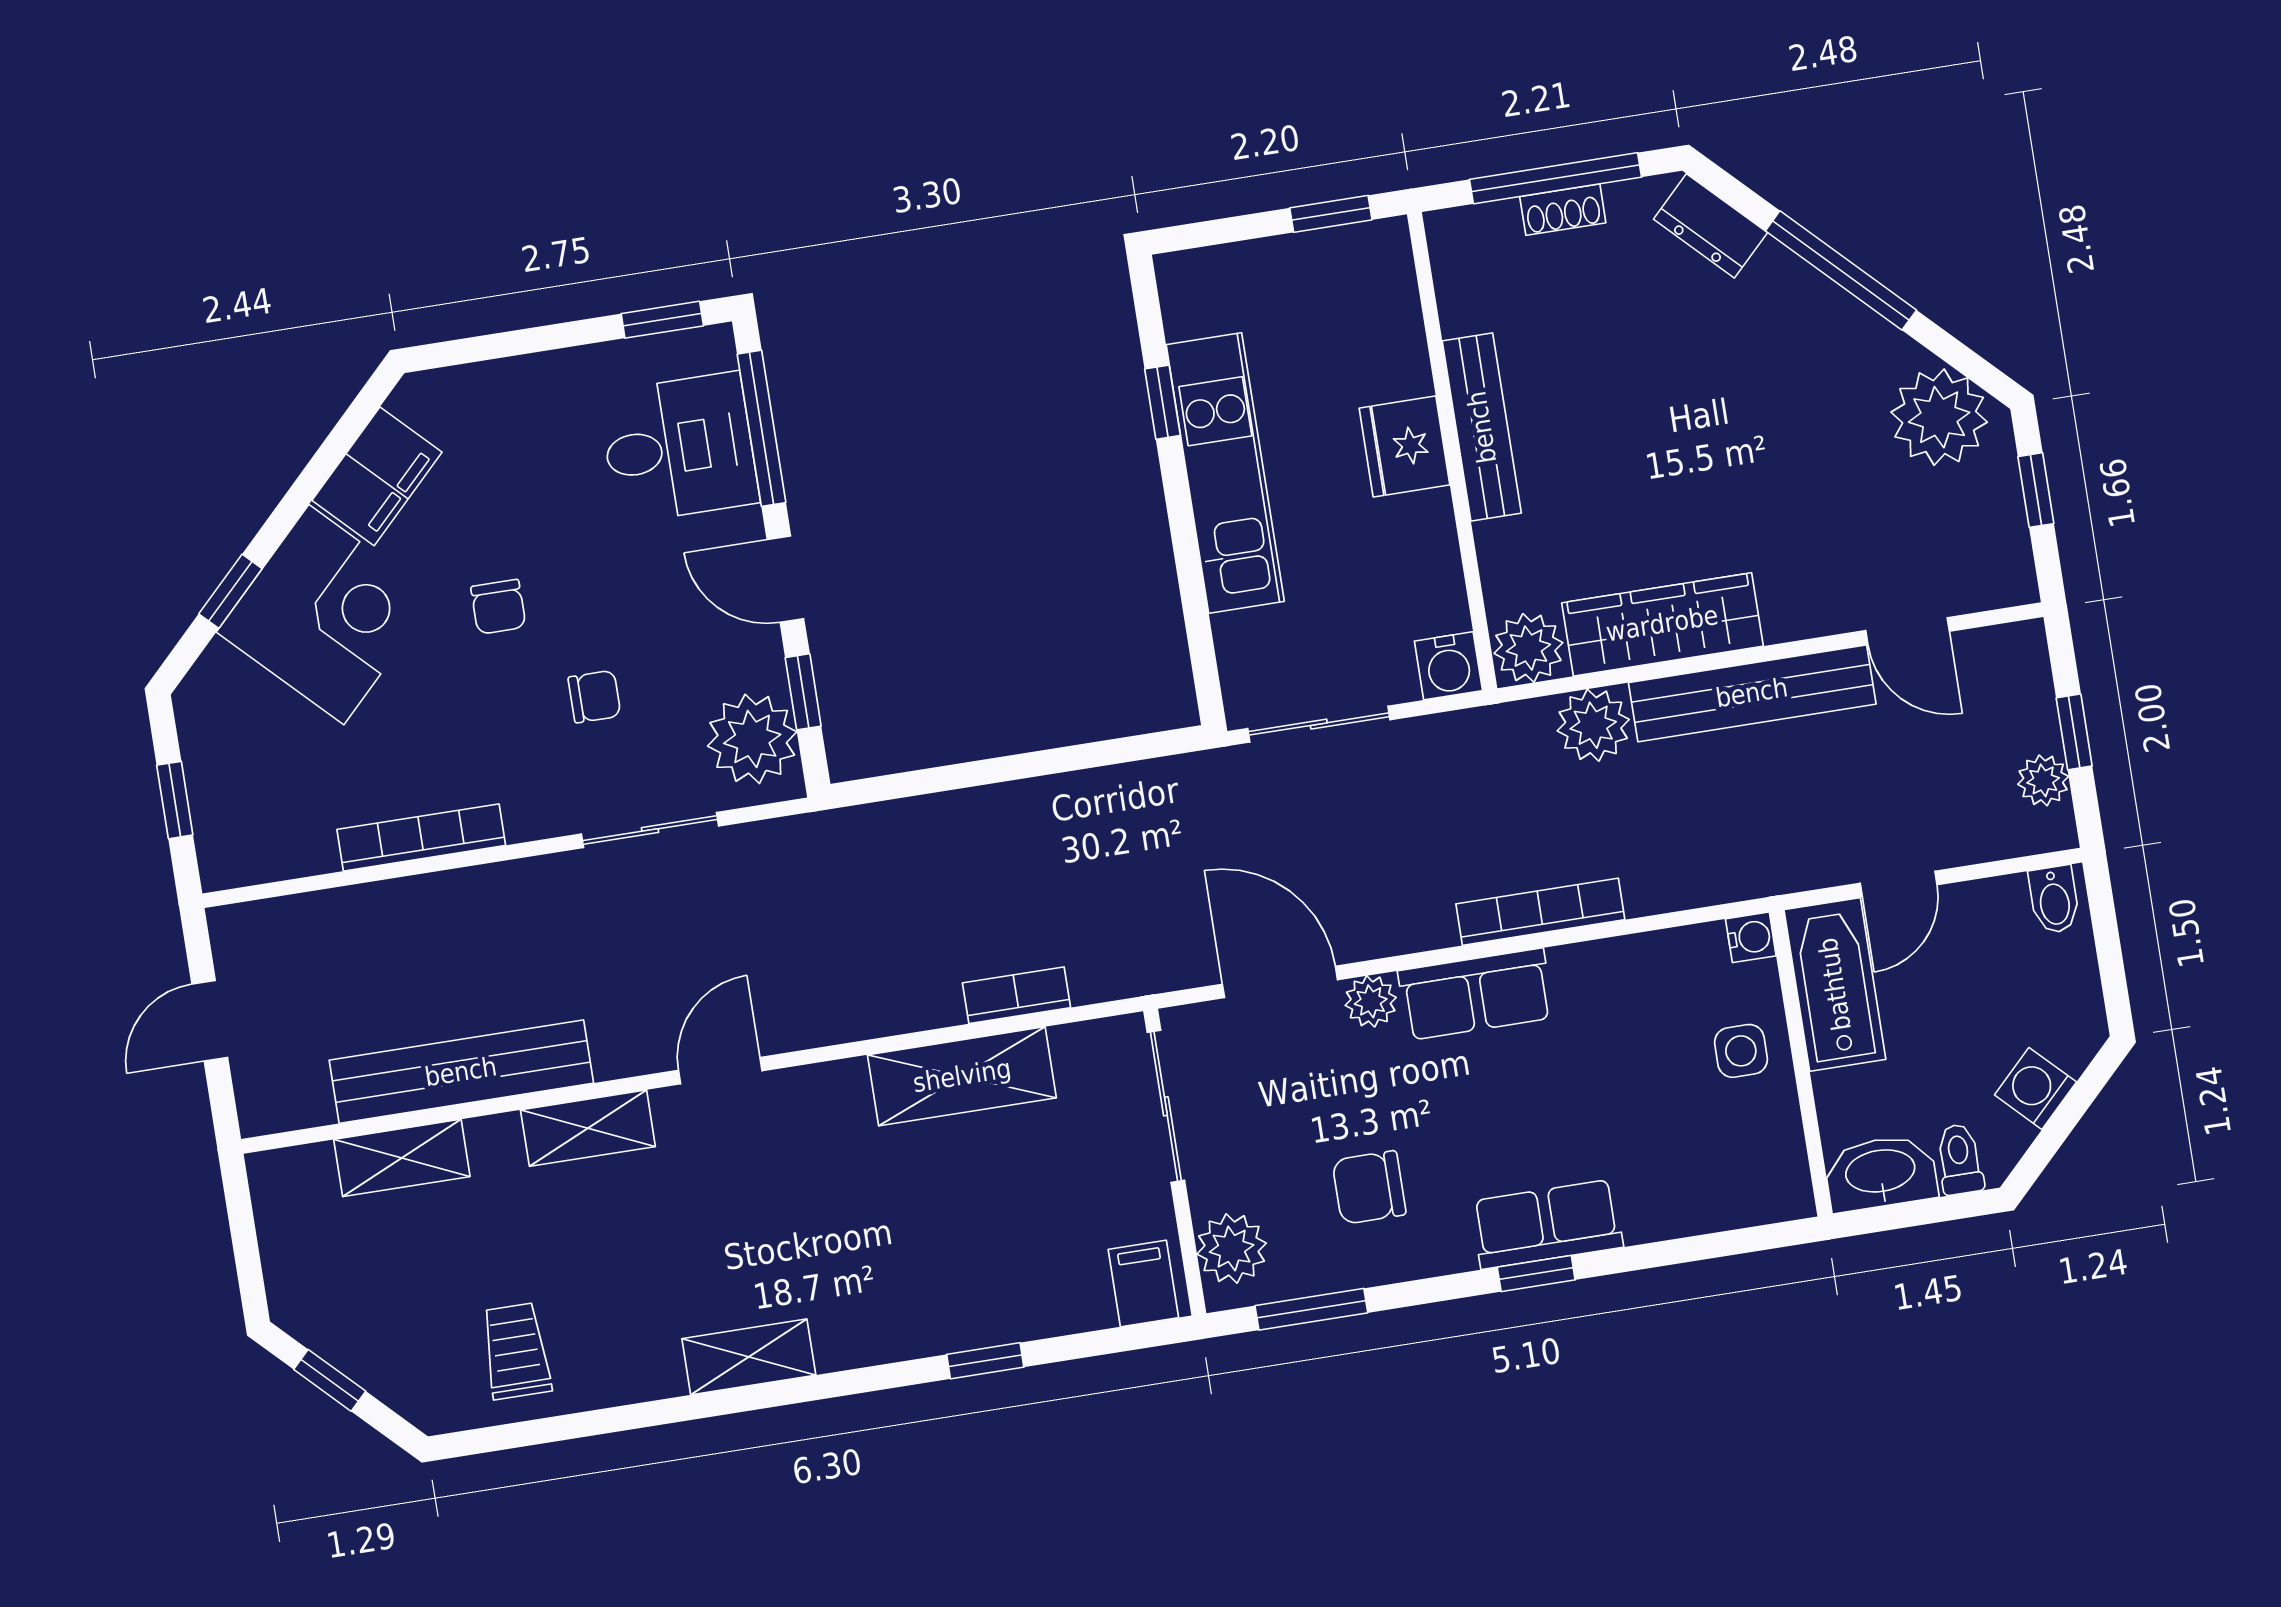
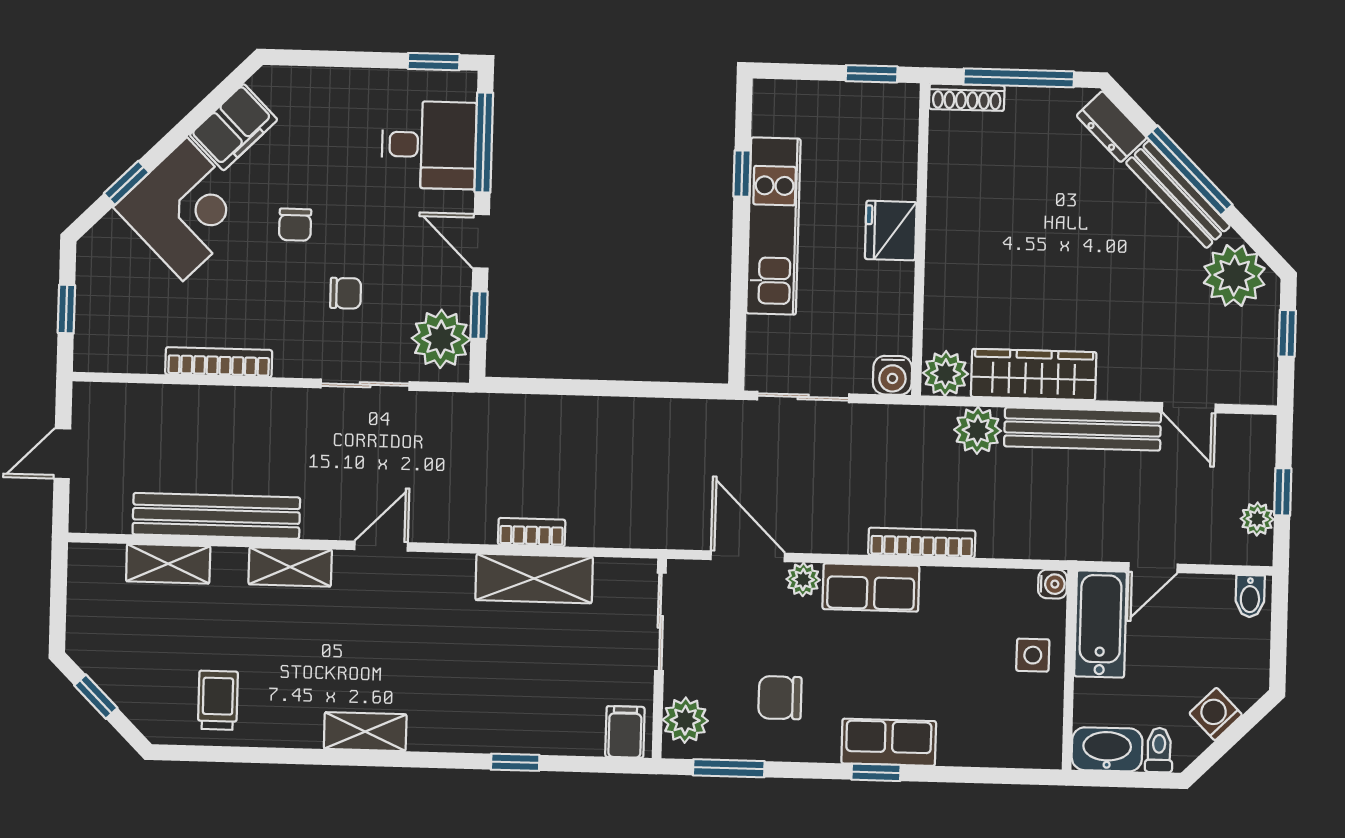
shoe rack: (1563, 210) -> (967, 97), moved, width x1.43
bench: (1482, 427) -> (1178, 194), moved, turned -45
bookcase: (1016, 995) -> (532, 532), moved

